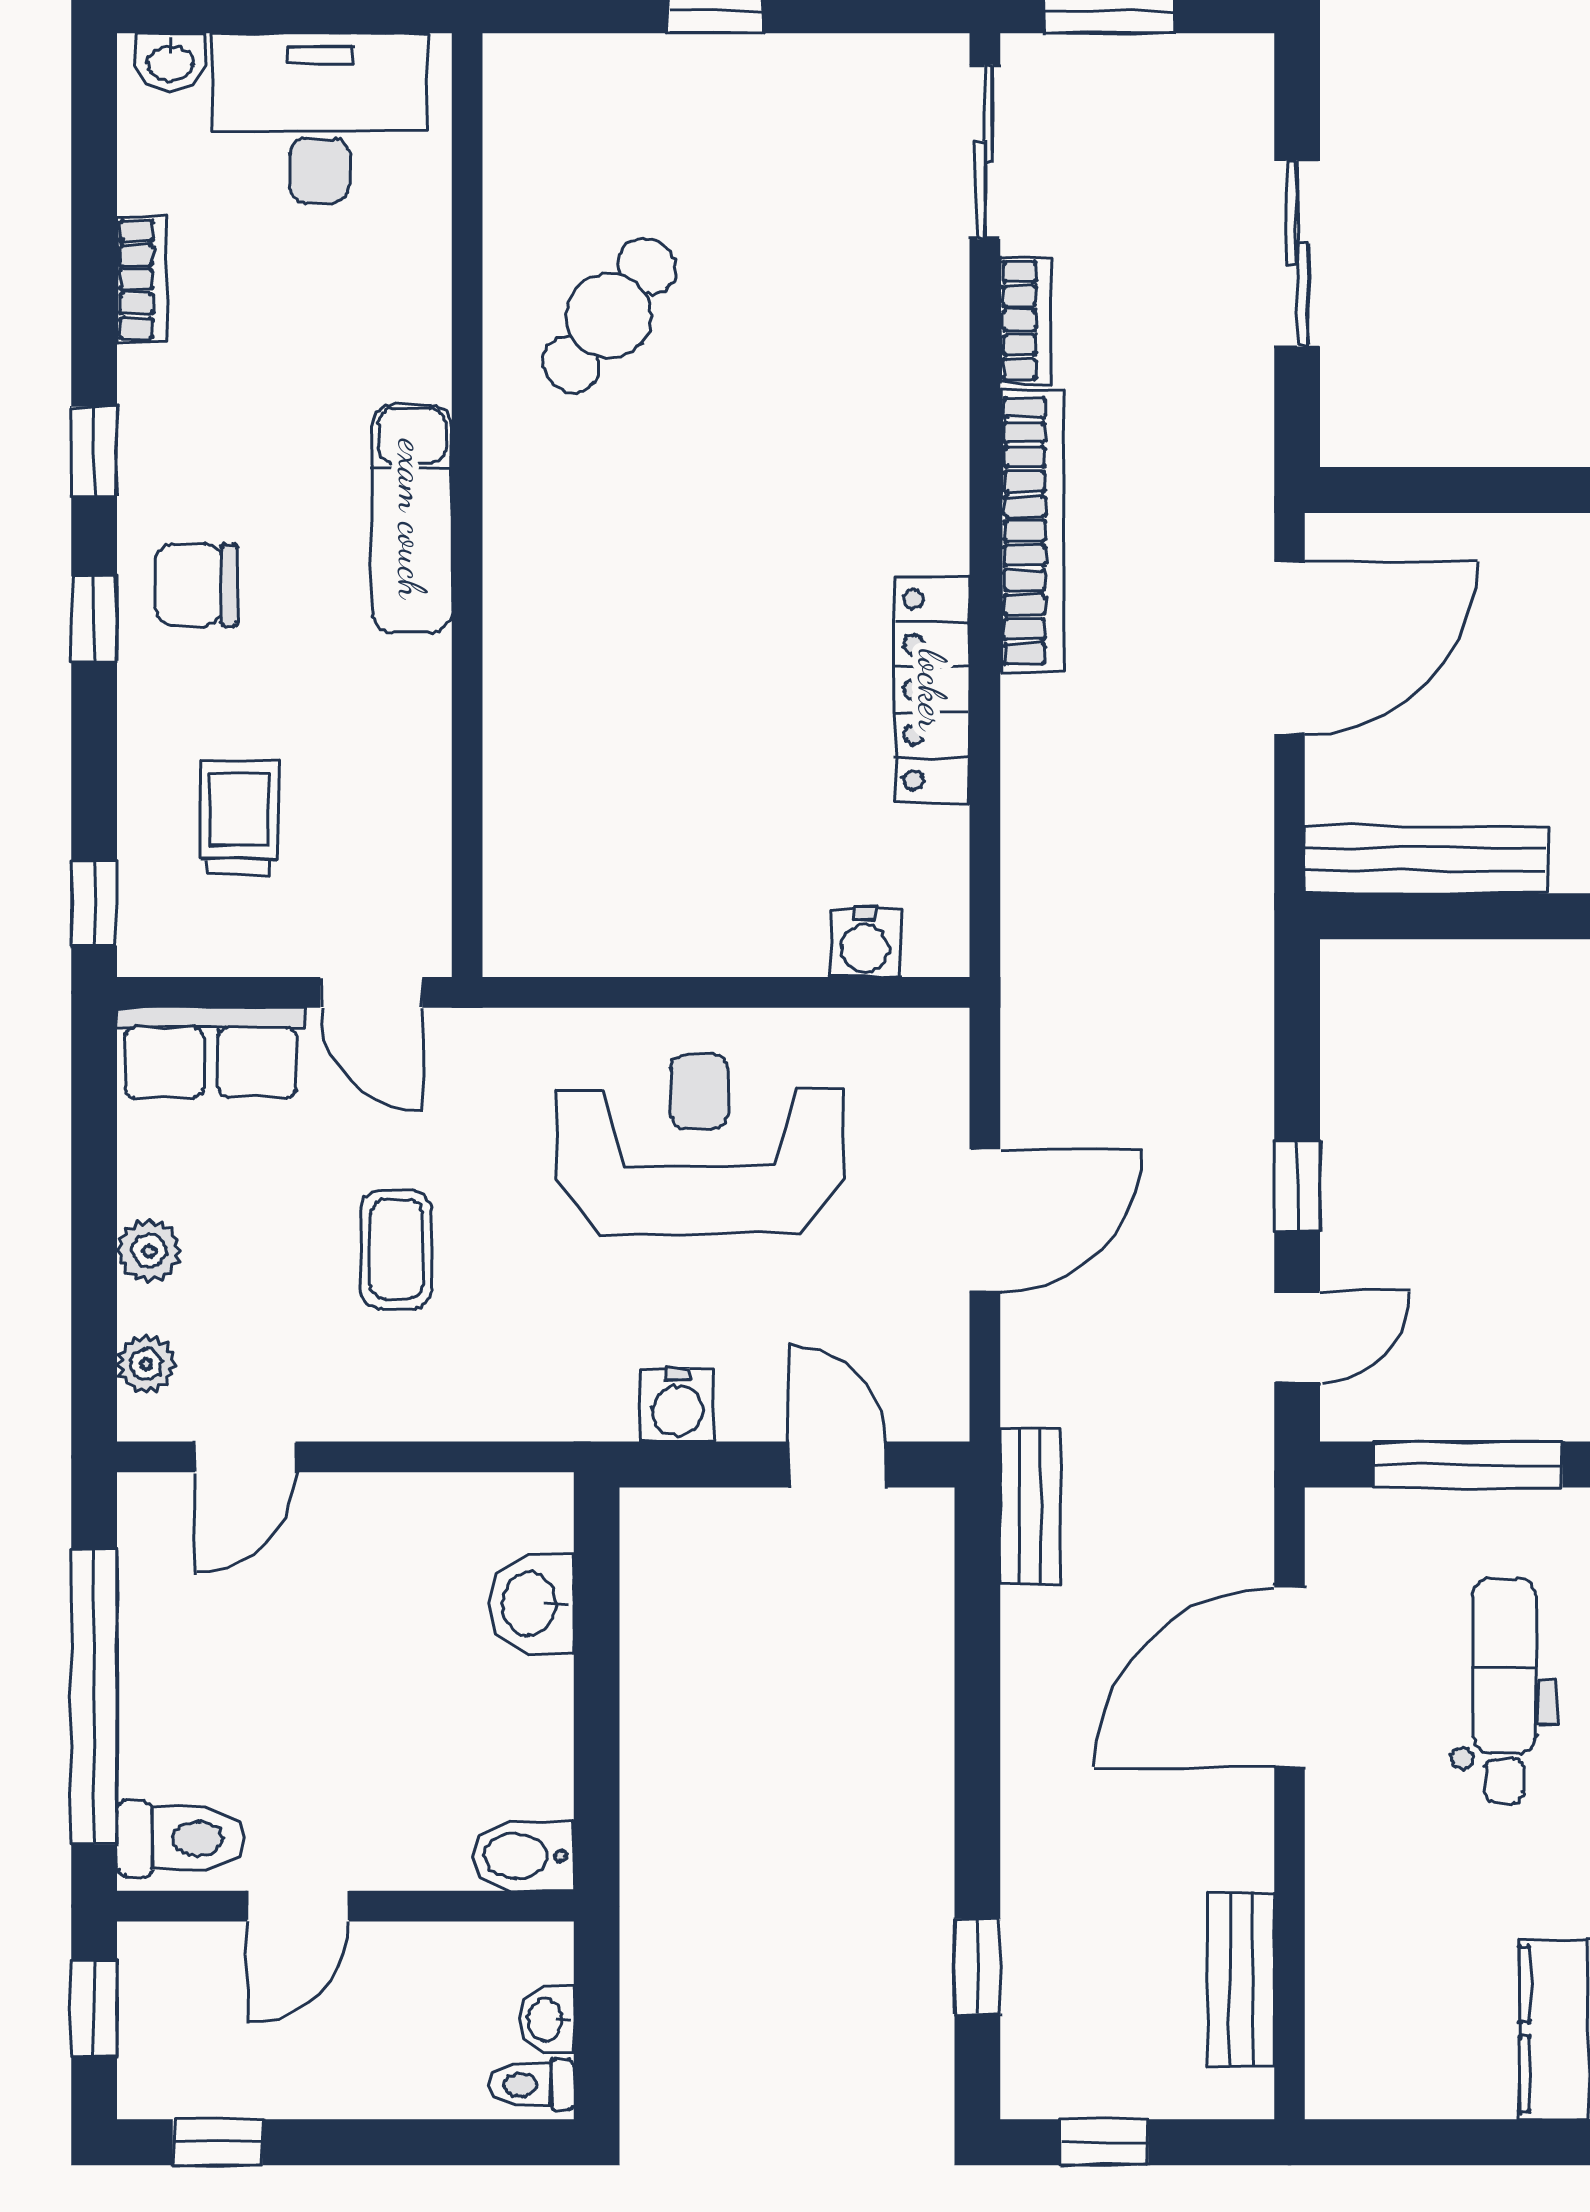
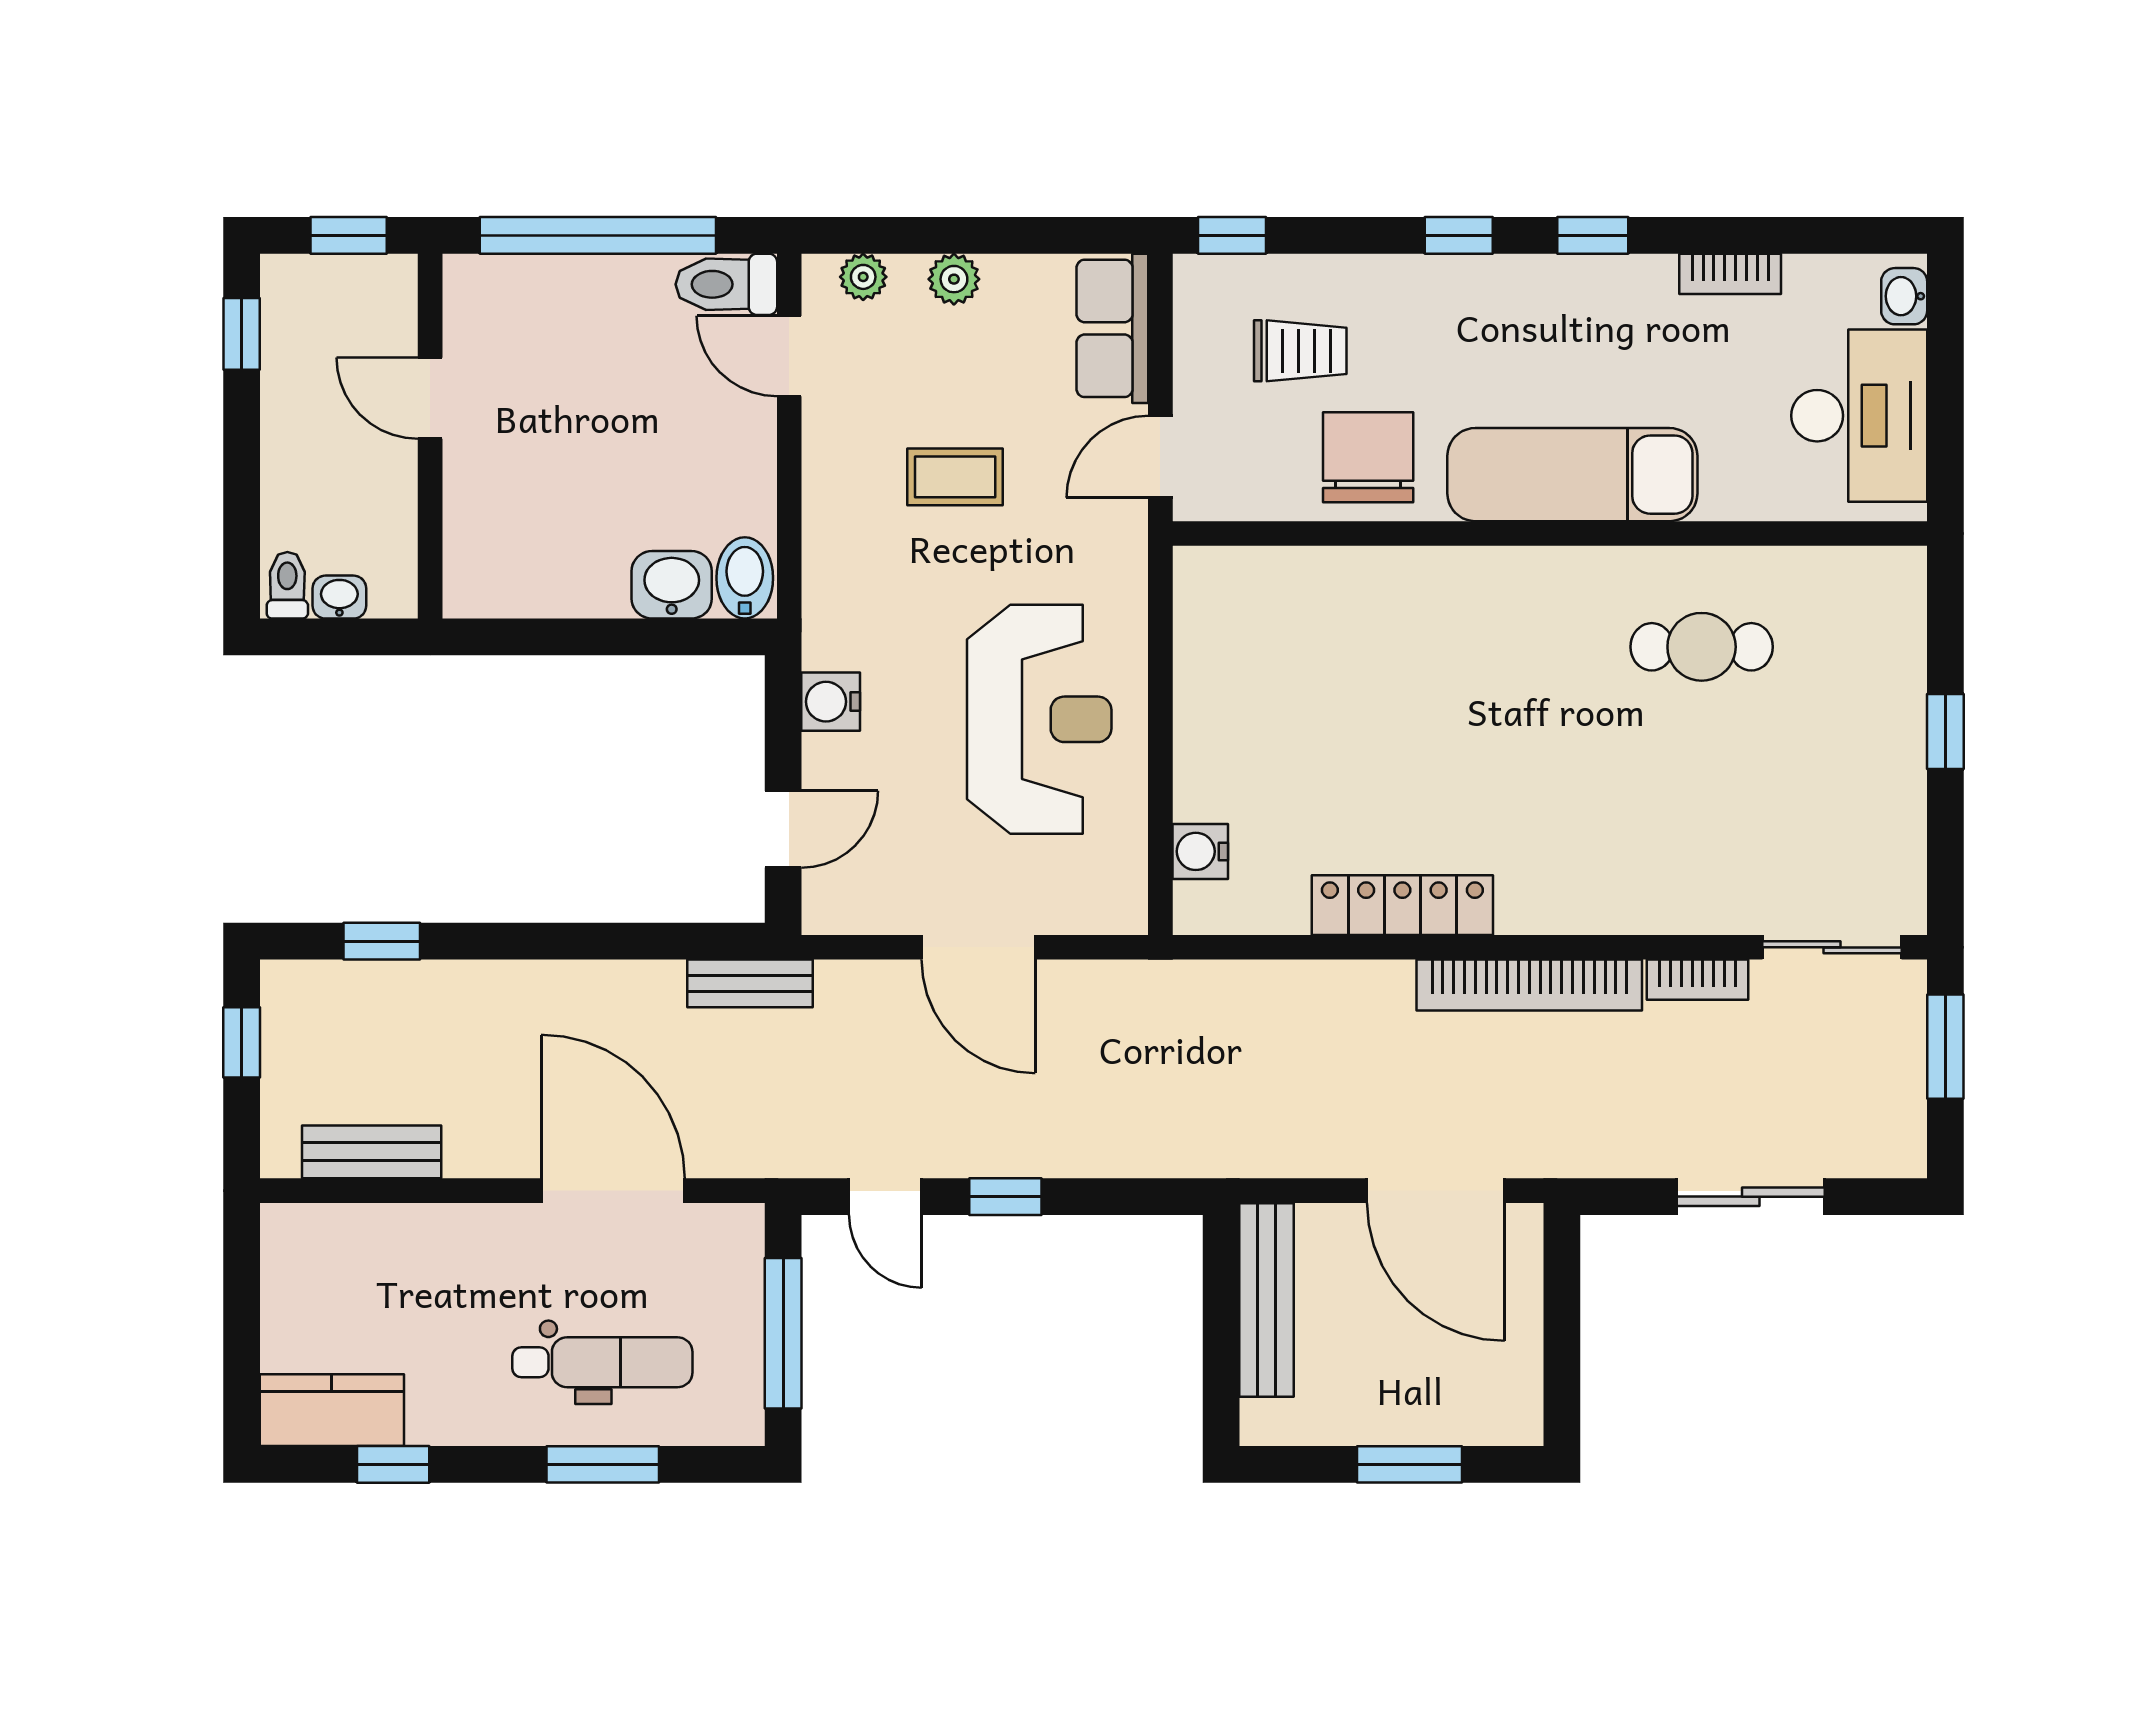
cafe table: (609, 315) -> (1702, 647), turned -38
exam couch: (412, 519) -> (1572, 475), width x1.36, depth x1.45
chair: (196, 585) -> (1368, 457), moved, width x1.37, depth x1.37
toilet: (180, 1839) -> (726, 284), moved, turned 90
bidet: (523, 1856) -> (745, 578), moved

